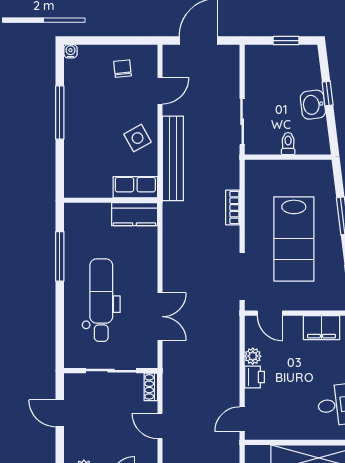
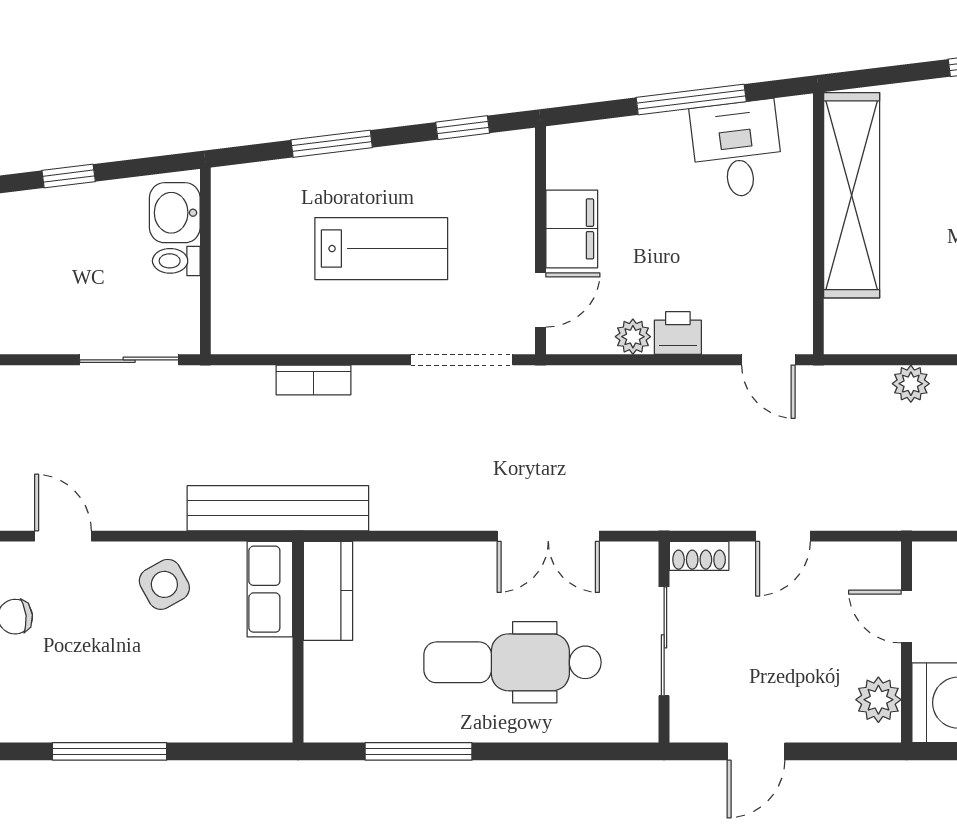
washbasin: (313, 105) -> (175, 213), moved, turned 97
bench: (173, 158) -> (278, 508), moved
lab bench: (294, 239) -> (381, 249), width x0.73, depth x0.72
double door: (160, 317) -> (548, 536), swing flipped
filing cabinet: (321, 328) -> (572, 229), moved

